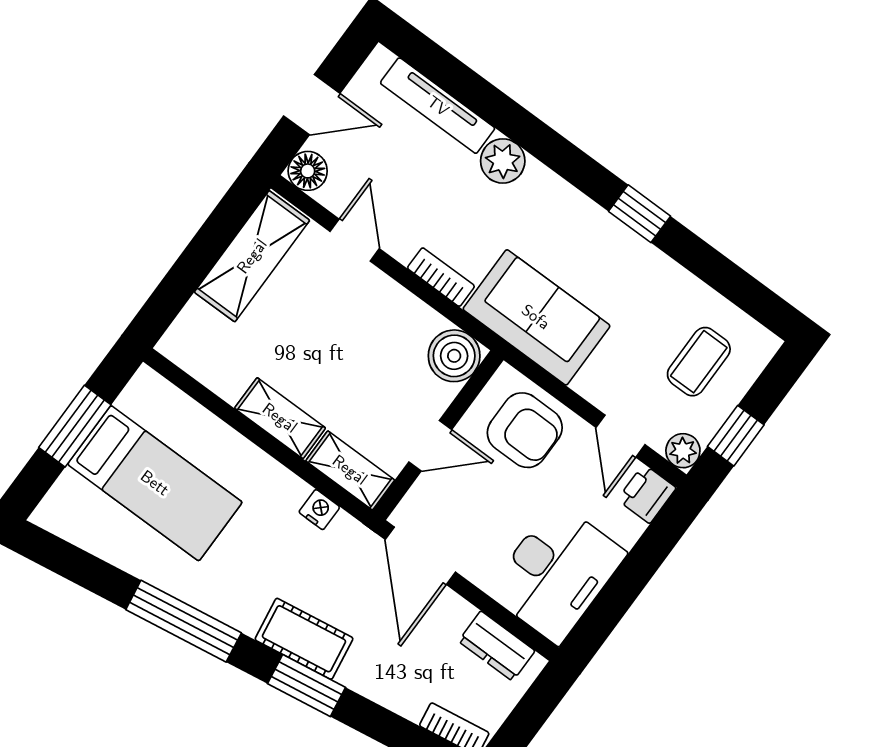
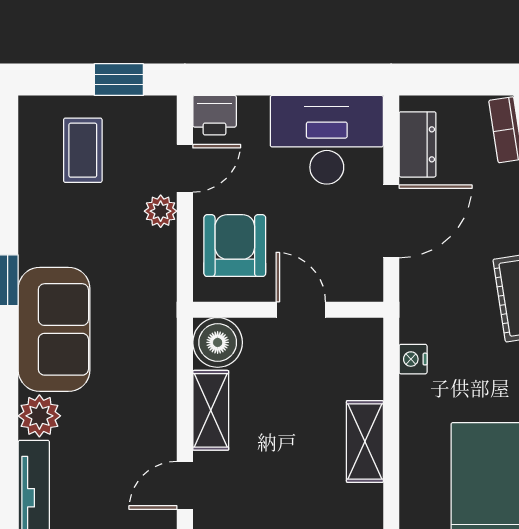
bookcase: (441, 277) -> (164, 398), removed
sofa: (536, 317) -> (54, 329), moved, turned 180
coffee table: (699, 362) -> (83, 150), turned 90
plant: (683, 451) -> (161, 211), moved
shelving: (350, 470) -> (211, 410), moved
door: (420, 556) -> (391, 221), moved

